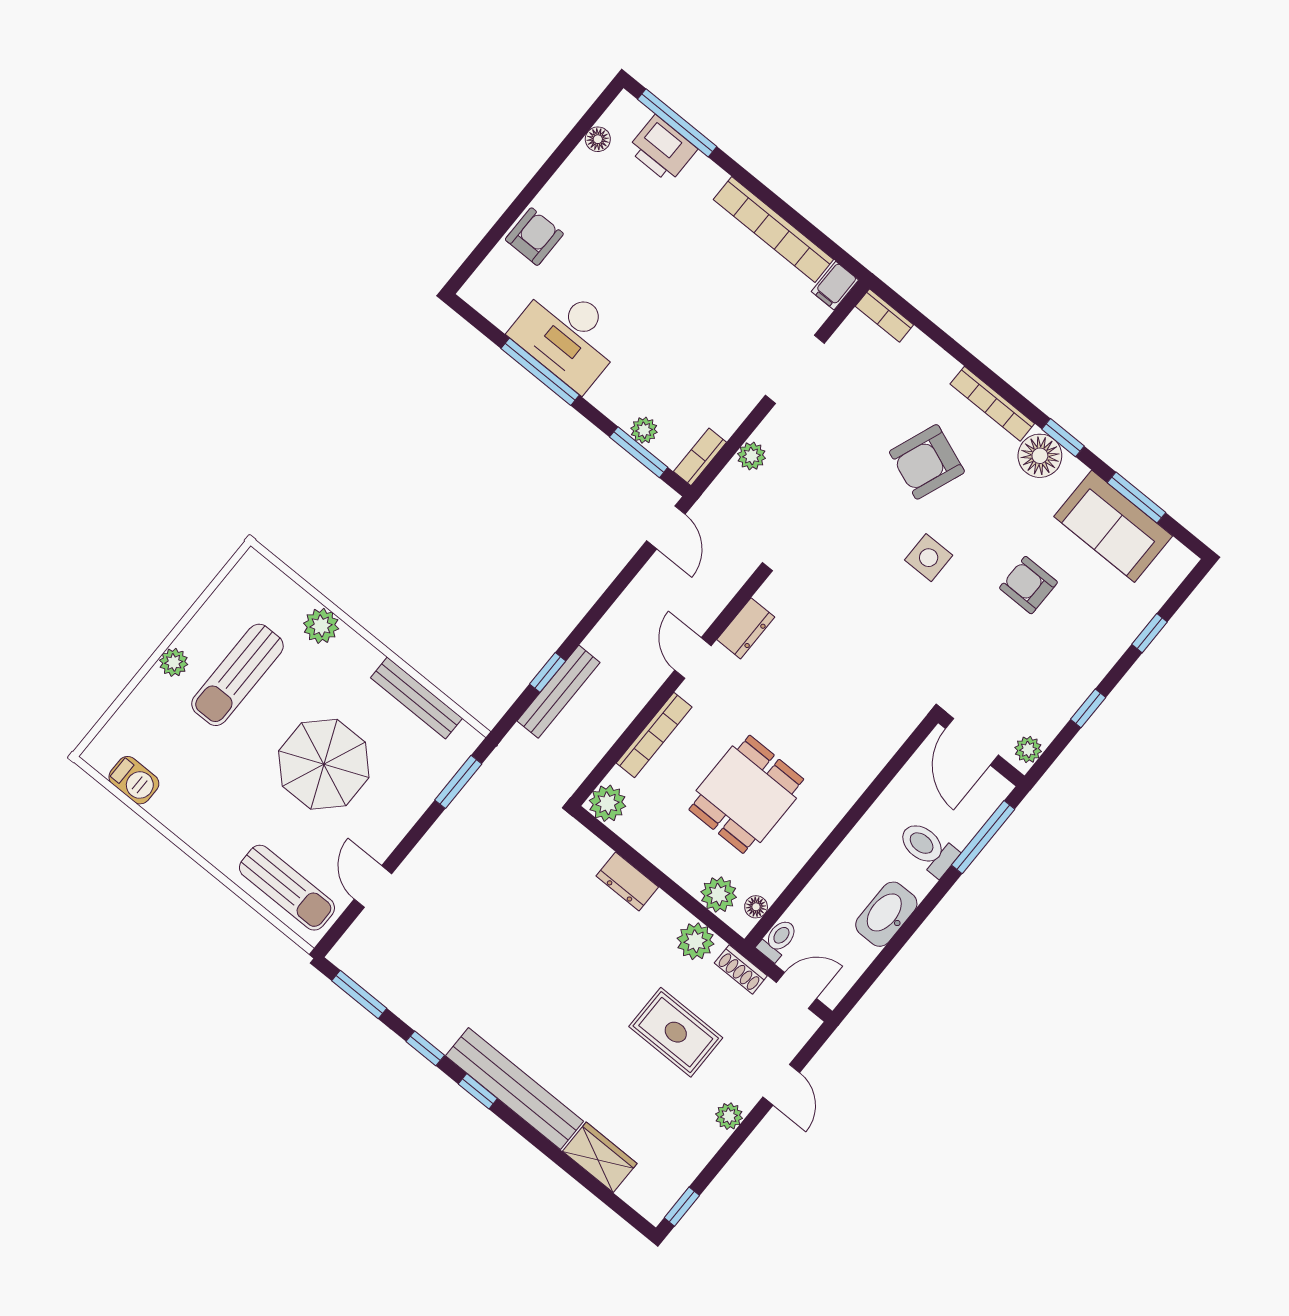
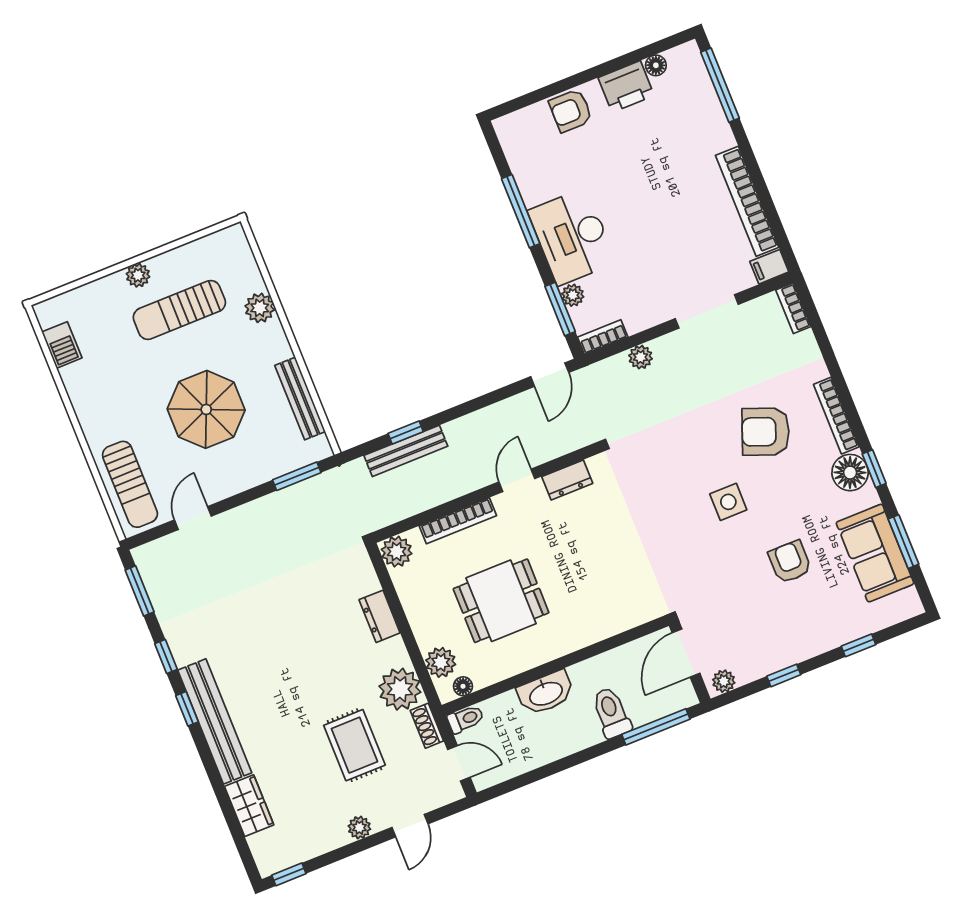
printer: (662, 149) -> (626, 87), moved, turned -90
armchair: (534, 237) -> (571, 111), turned 180
desk: (568, 335) -> (572, 237), moved
washbasin: (886, 914) -> (546, 693), moved, turned 180
plant: (695, 941) -> (400, 689), width x1.36, depth x1.36

